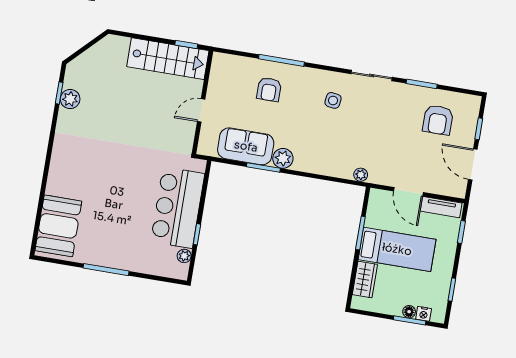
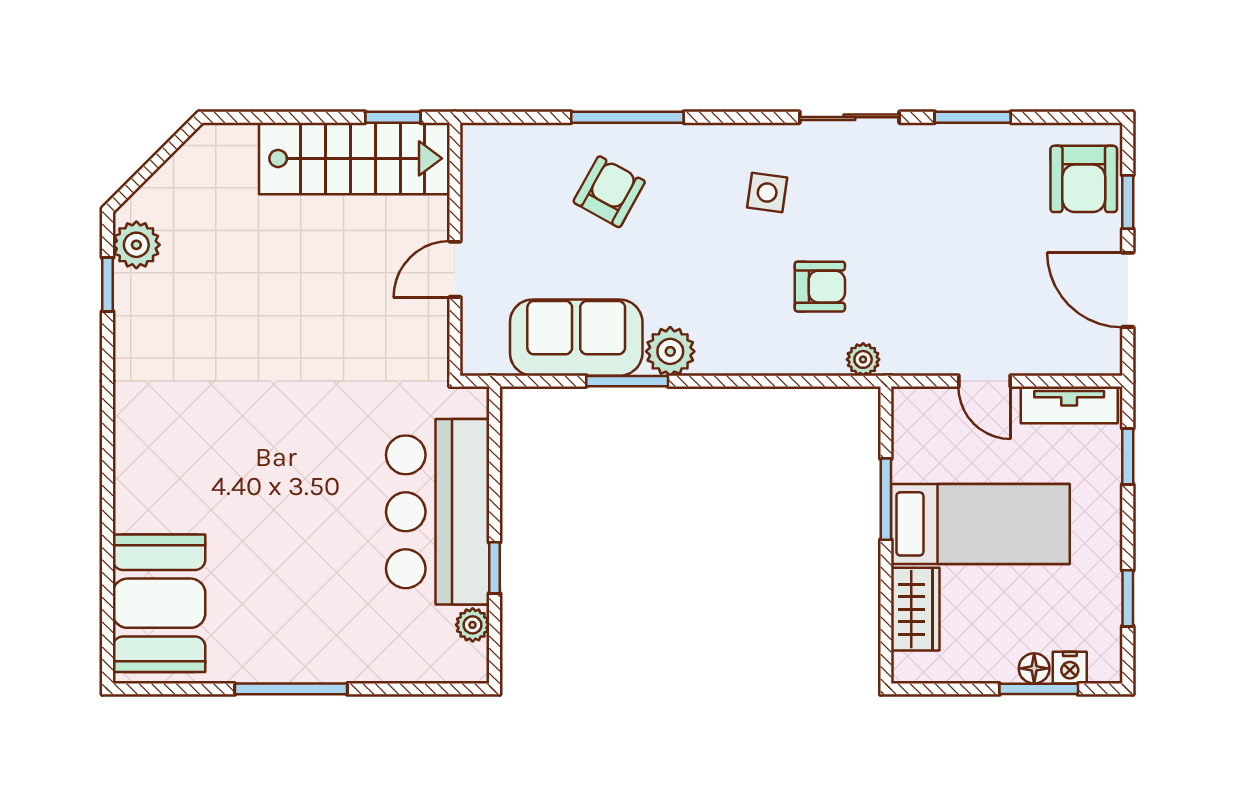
armchair: (269, 89) -> (609, 192), turned -151
plant: (70, 99) -> (136, 245), moved
armchair: (438, 120) -> (1084, 179), moved
armchair: (348, 142) -> (820, 287), added
door: (408, 192) -> (984, 381), width x0.73

